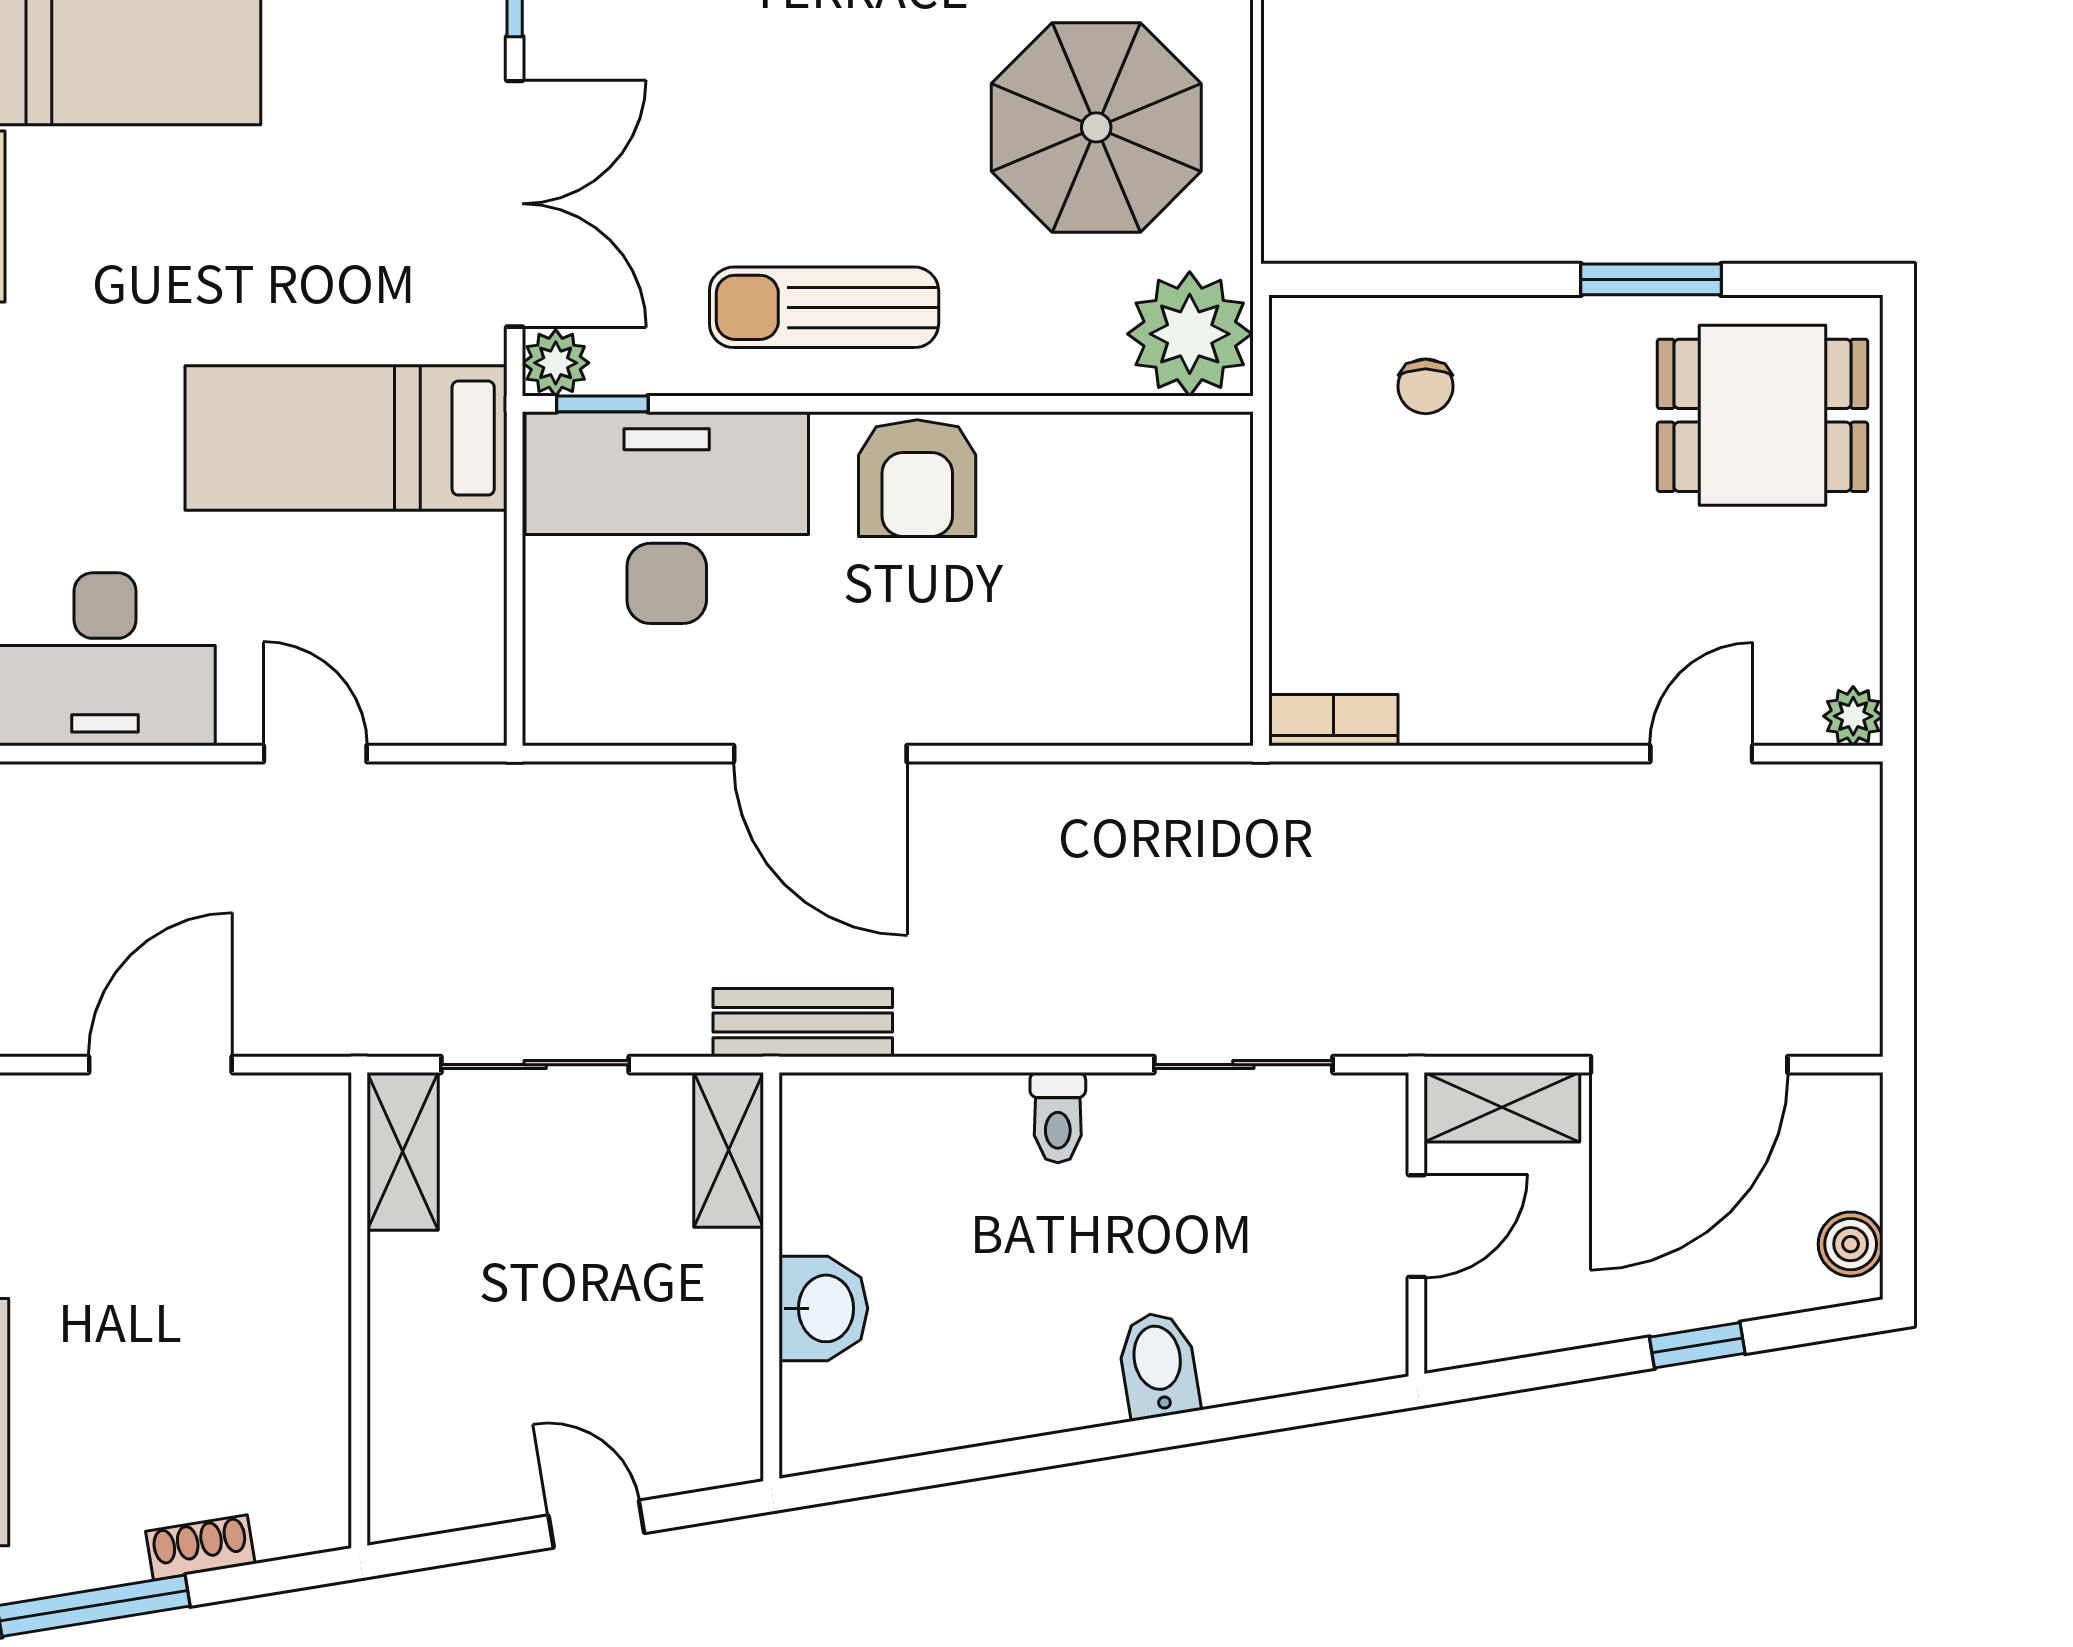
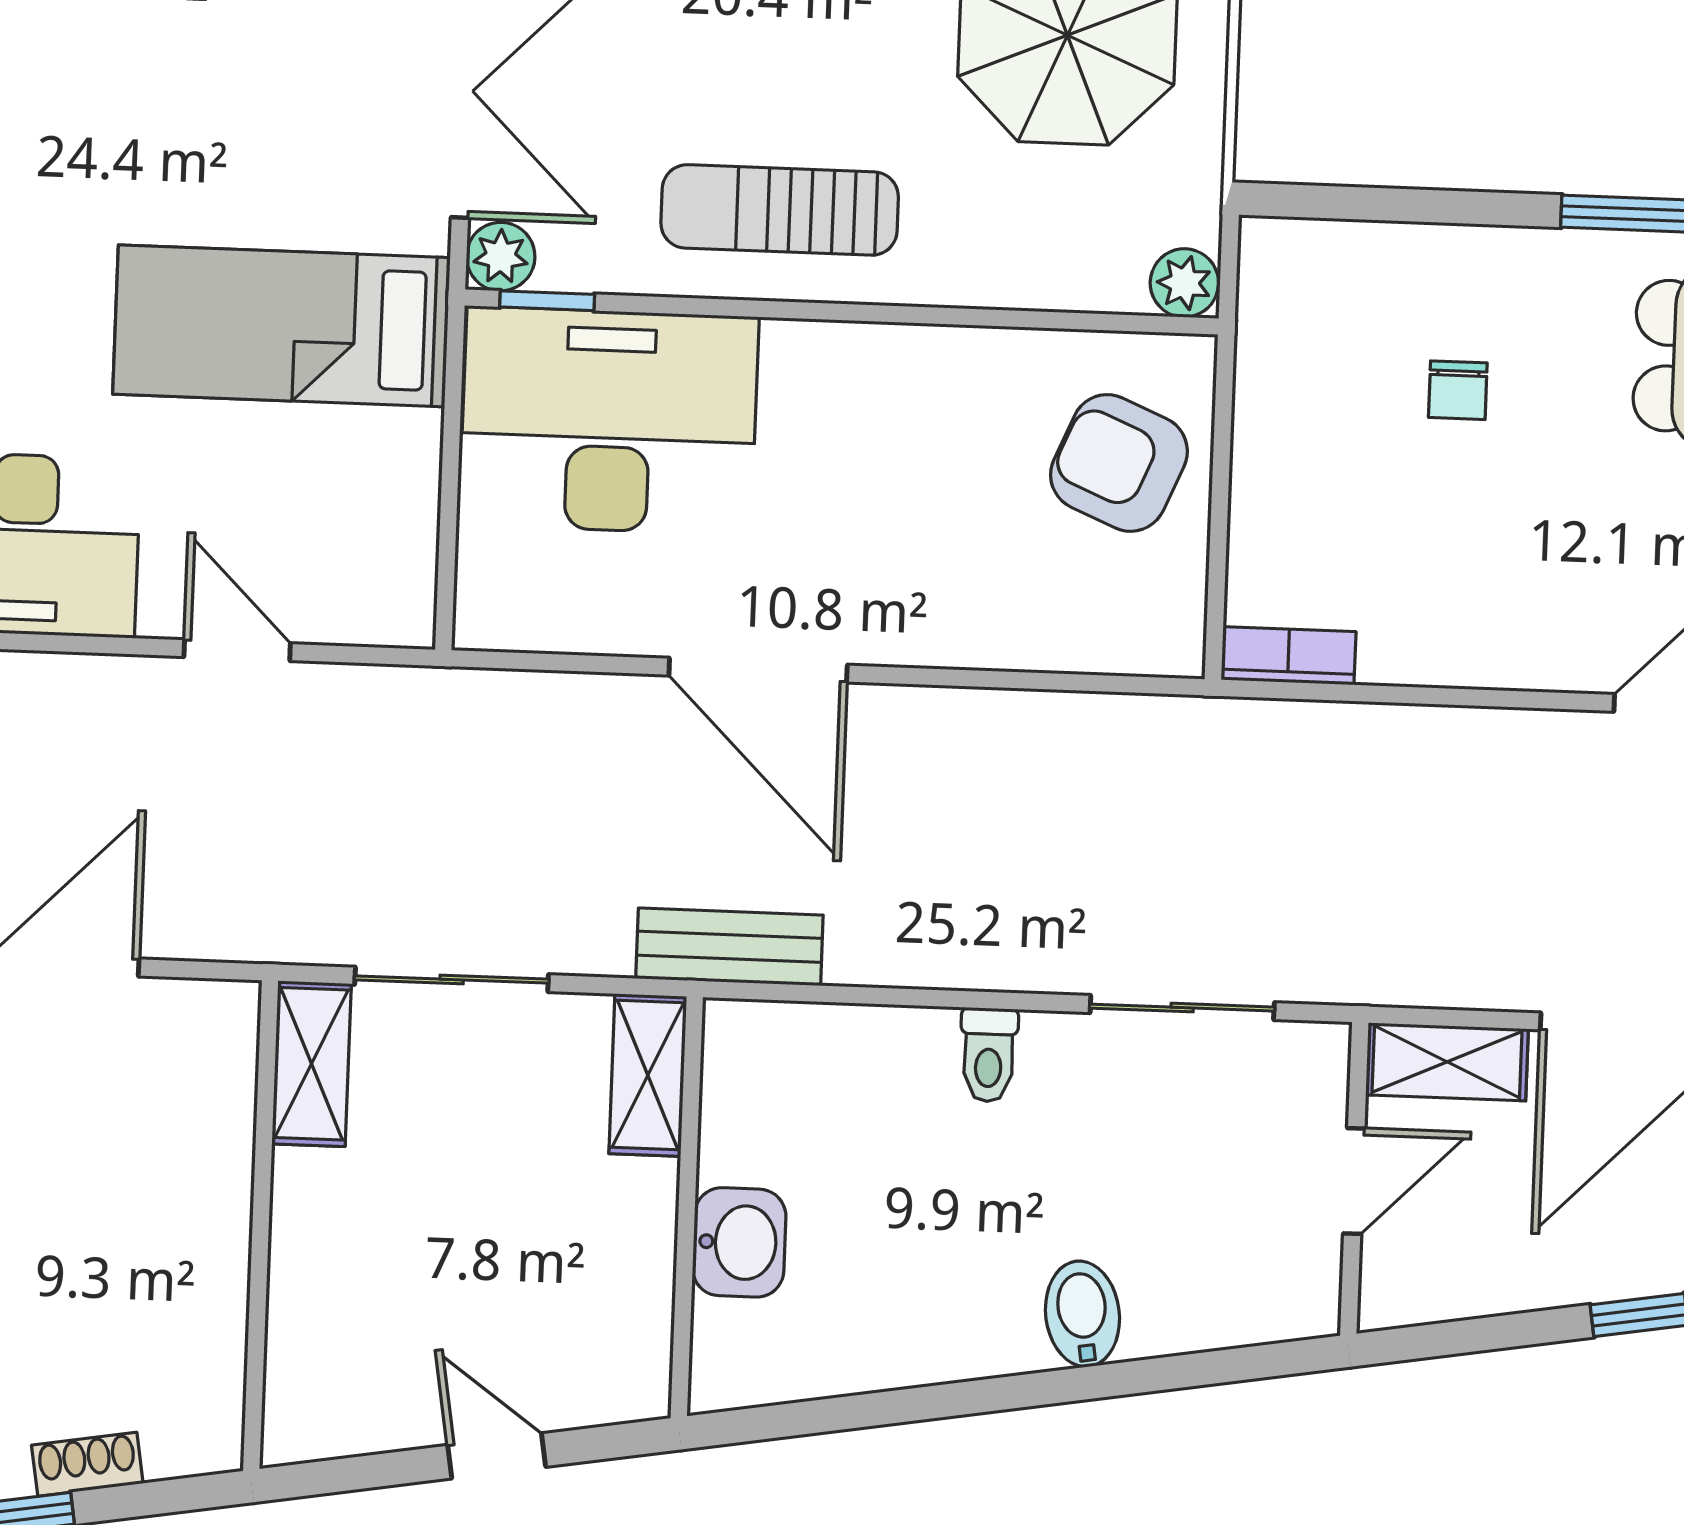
plant: (1190, 334) -> (1184, 283), width x0.53, depth x0.53
chair: (1426, 386) -> (1458, 390), moved
armchair: (917, 478) -> (1119, 463), moved, turned 113

